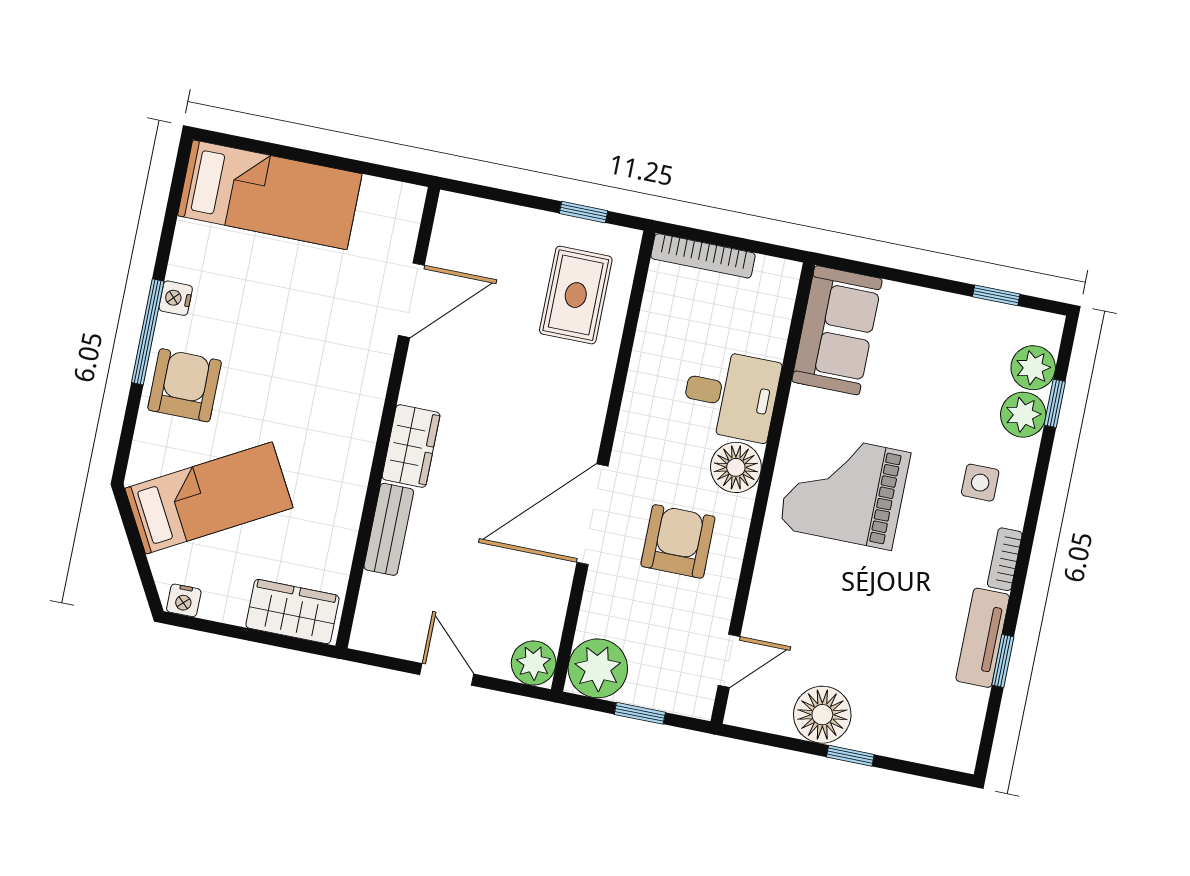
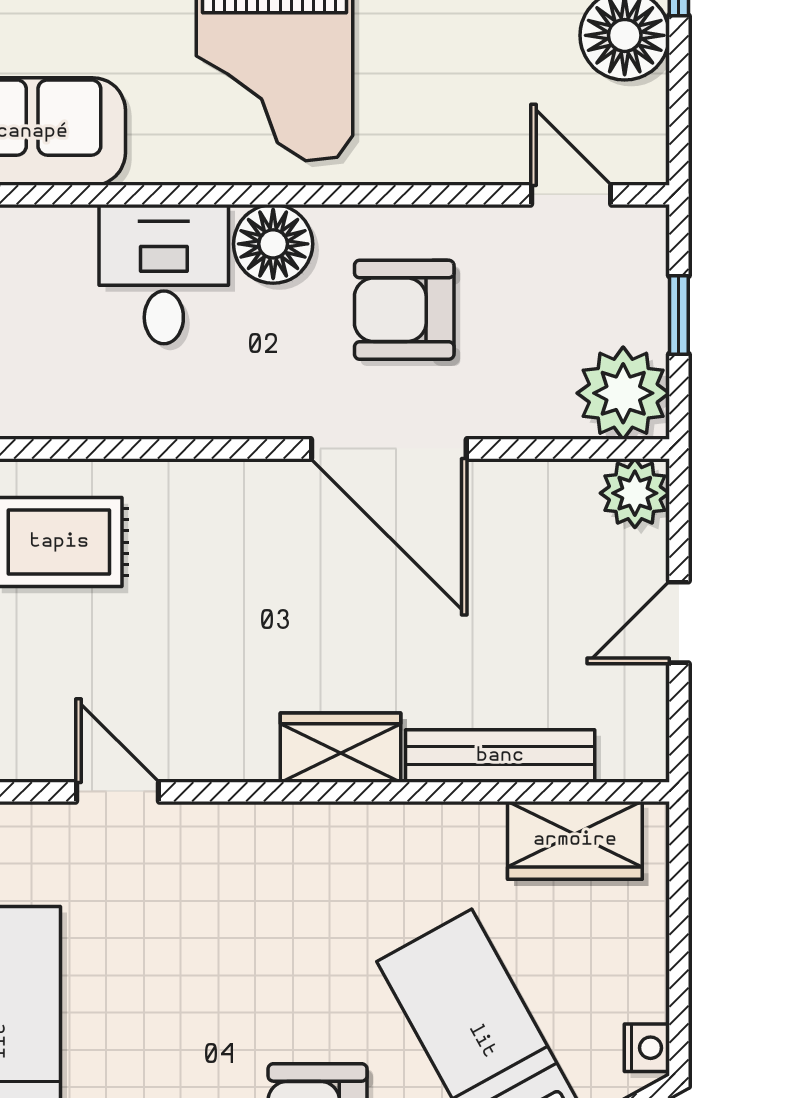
door: (411, 300) -> (117, 792), width x0.73
bench: (389, 529) -> (500, 756), width x1.36
wardrobe: (292, 612) -> (575, 840), moved, turned -90

